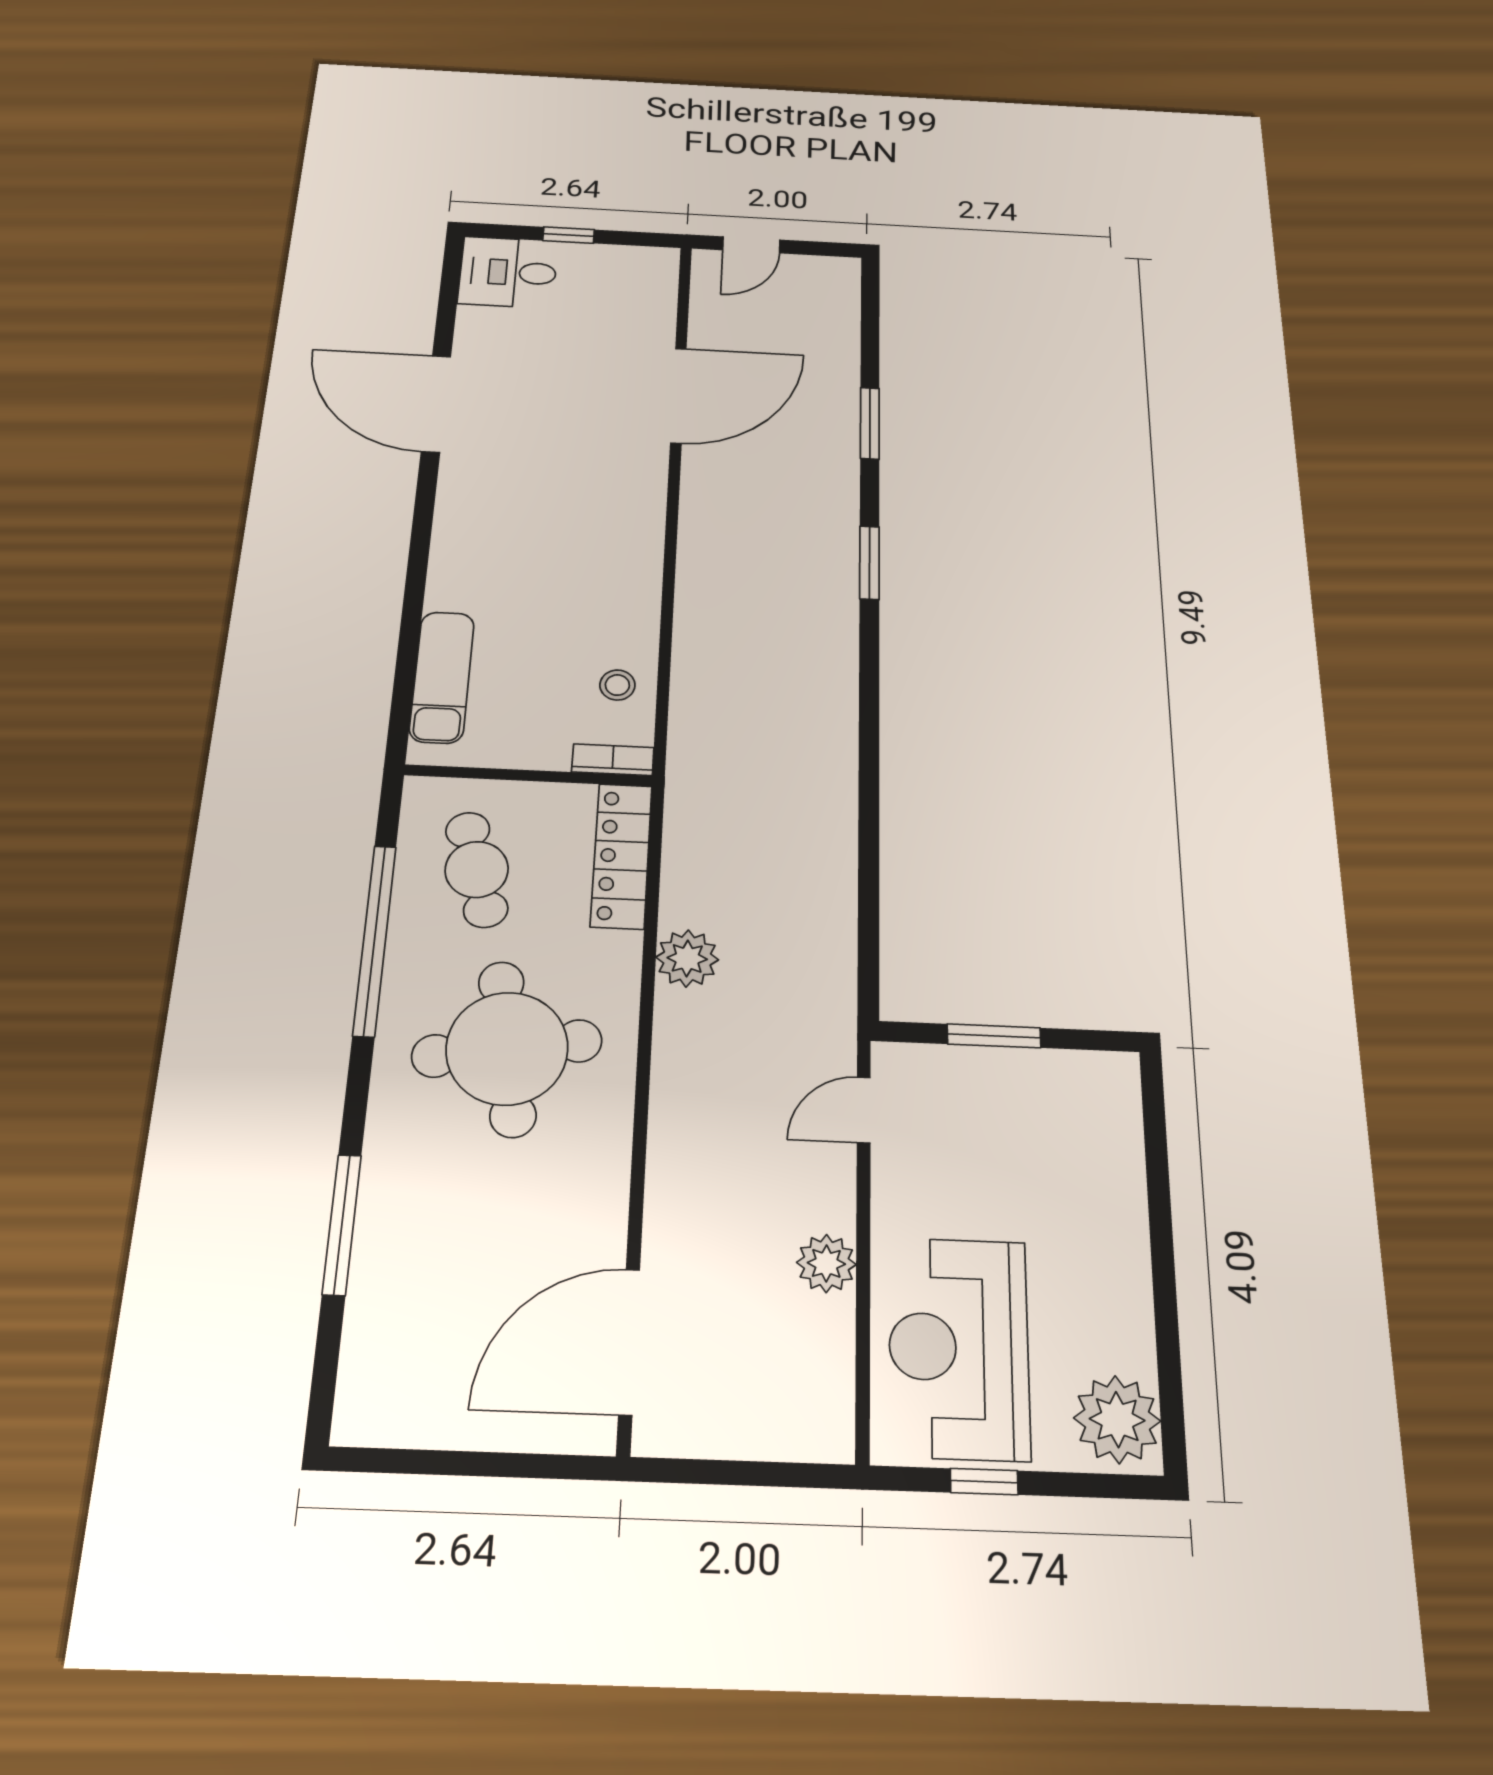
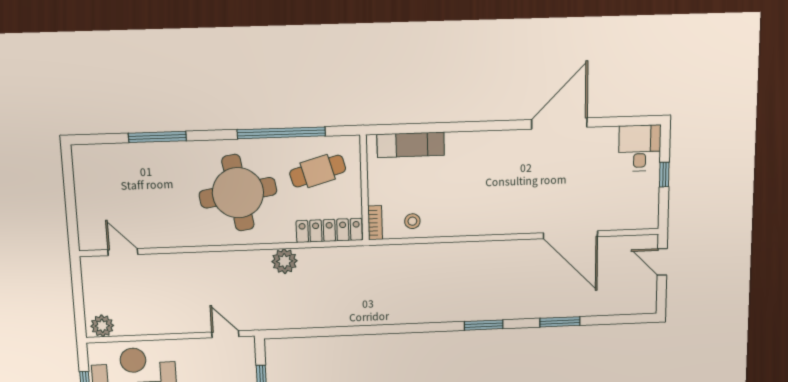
plant: (826, 1263) -> (102, 326), moved
door: (629, 1342) -> (123, 252), width x0.53

